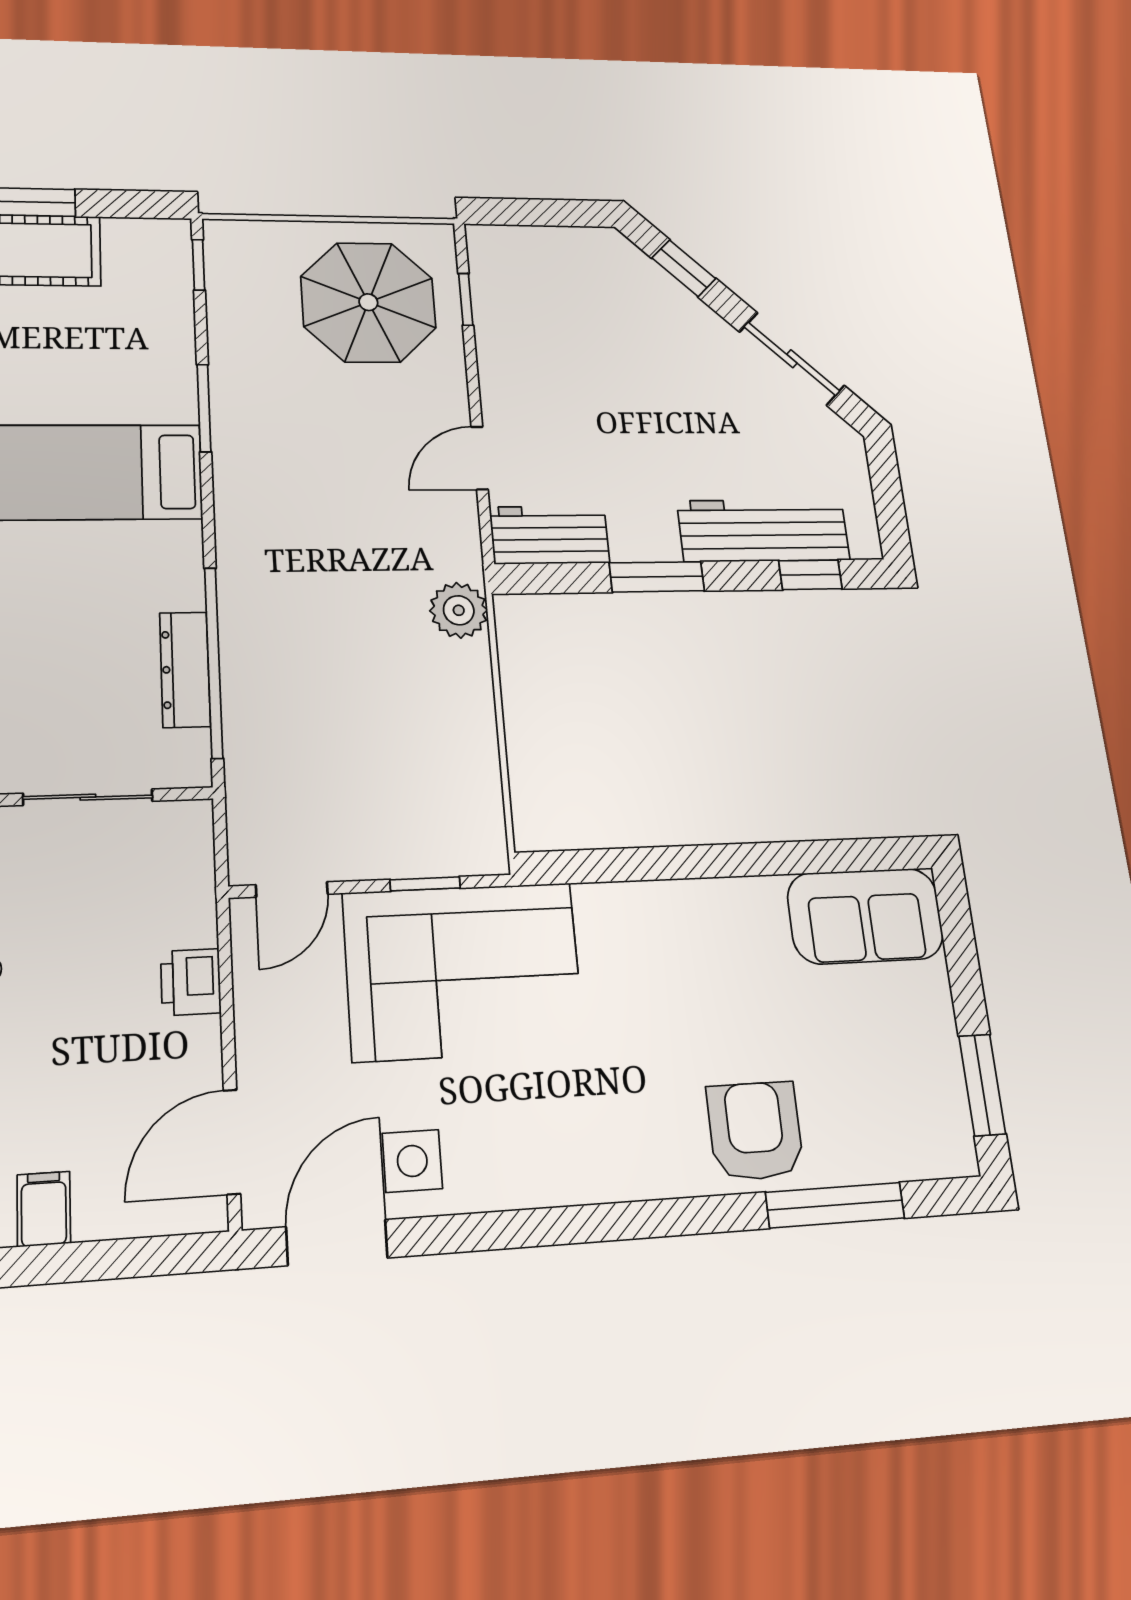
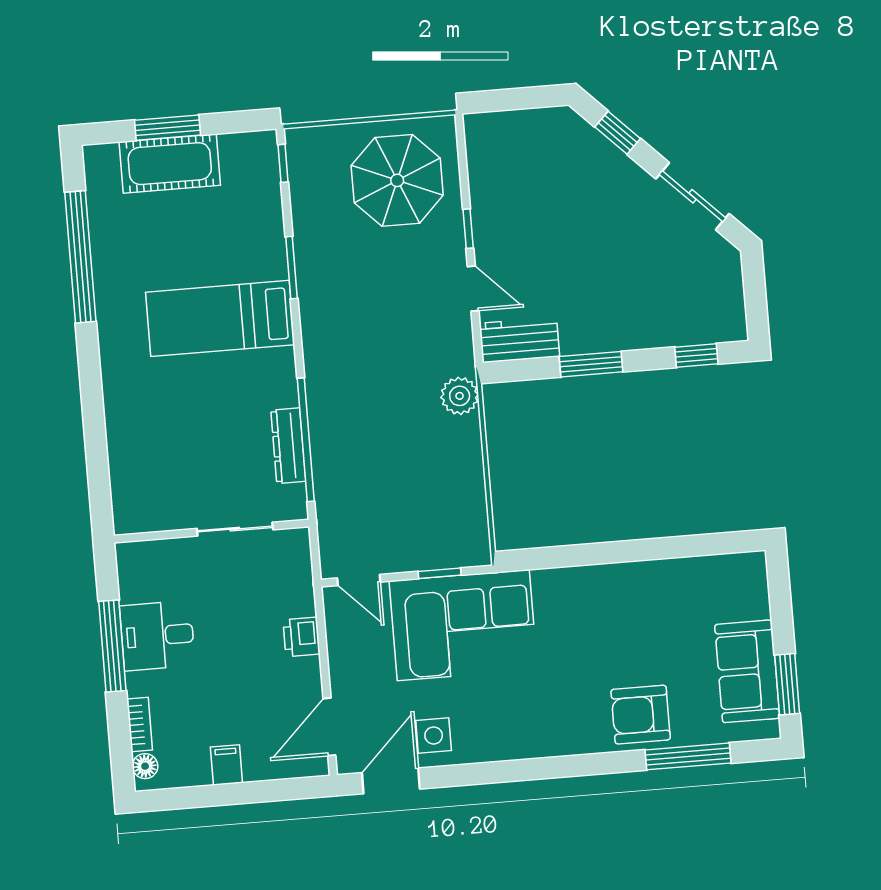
window: (466, 299) -> (468, 229), moved
door: (480, 458) -> (473, 289), swing flipped
workbench: (764, 530) -> (666, 326), removed
door: (292, 889) -> (359, 580), hinge flipped
sofa: (865, 916) -> (747, 671), moved, turned 90
armchair: (755, 1131) -> (641, 715), turned -90

